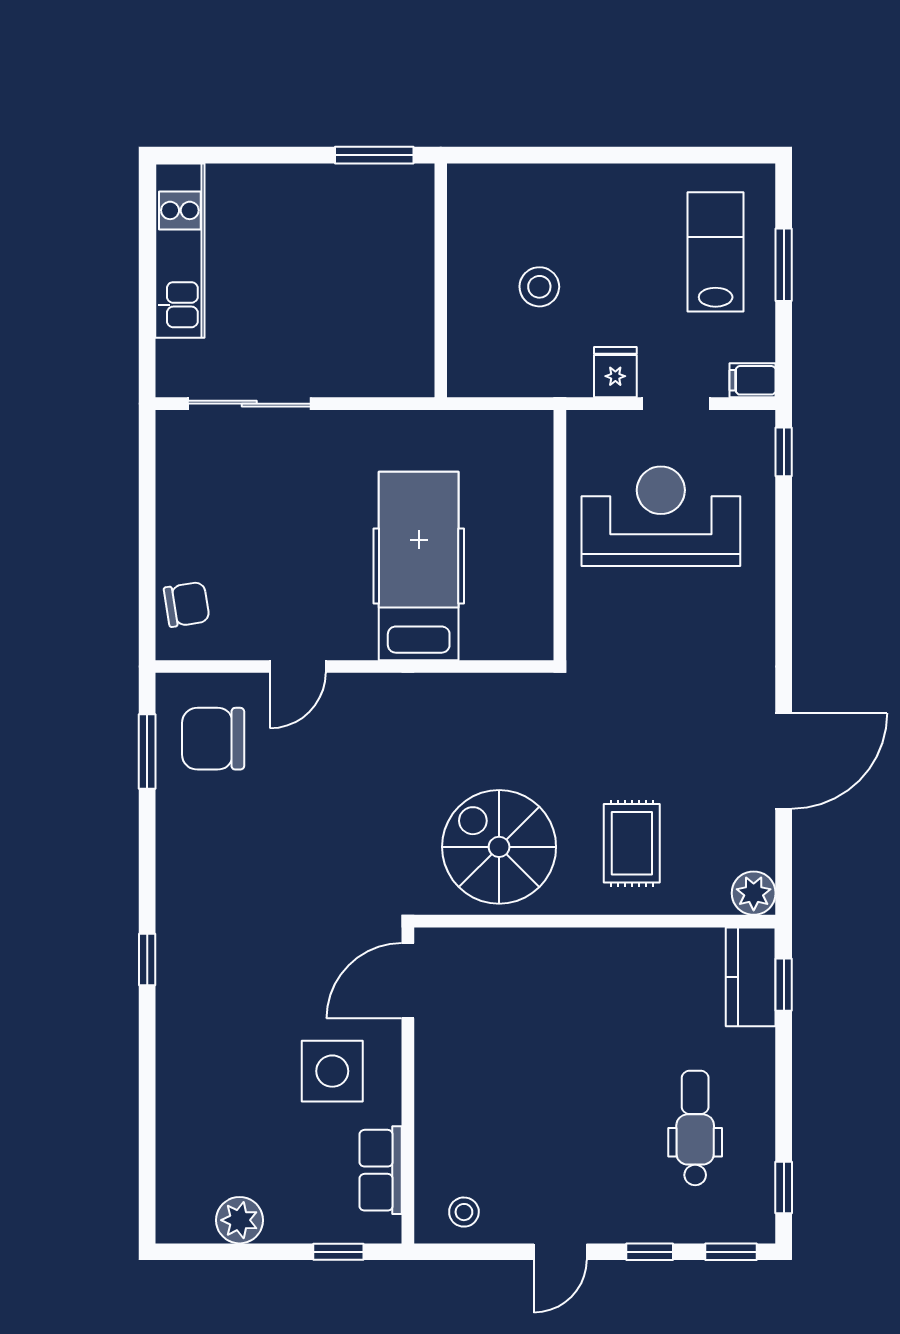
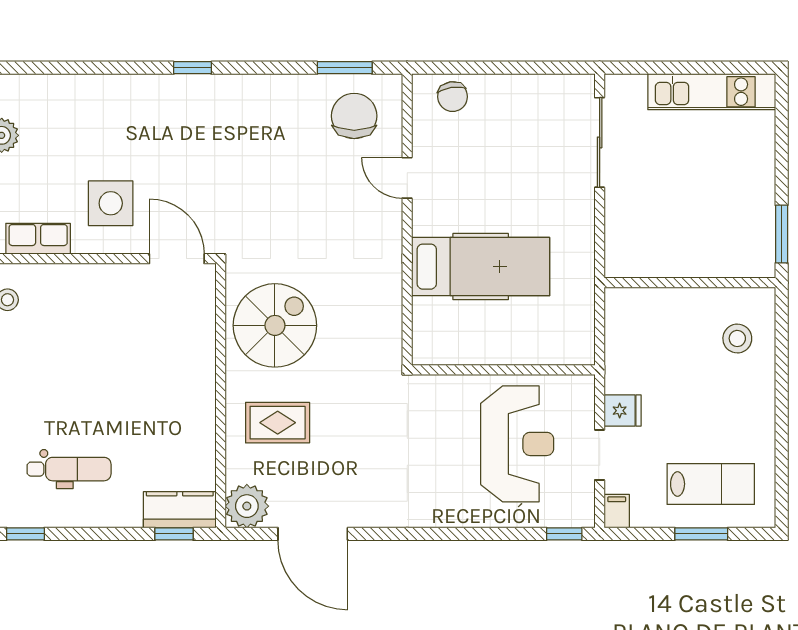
stool: (539, 287) -> (737, 338), moved
door: (784, 761) -> (313, 534), moved
plant: (754, 893) -> (247, 506), width x1.36, depth x1.36

